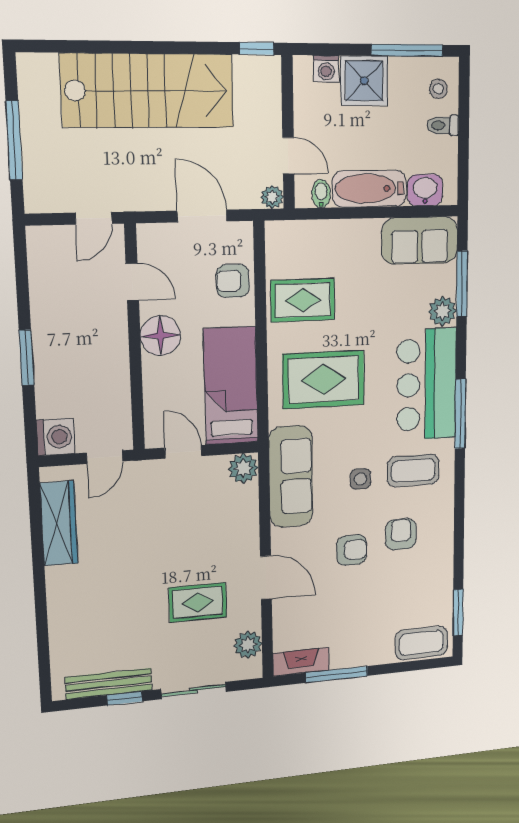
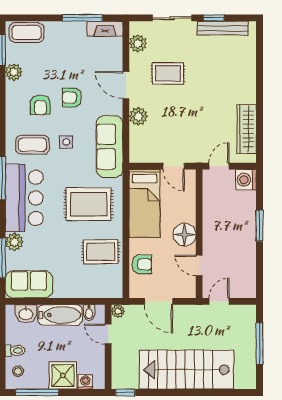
plant: (243, 468) -> (138, 116), moved
plant: (441, 581) -> (14, 72), added

